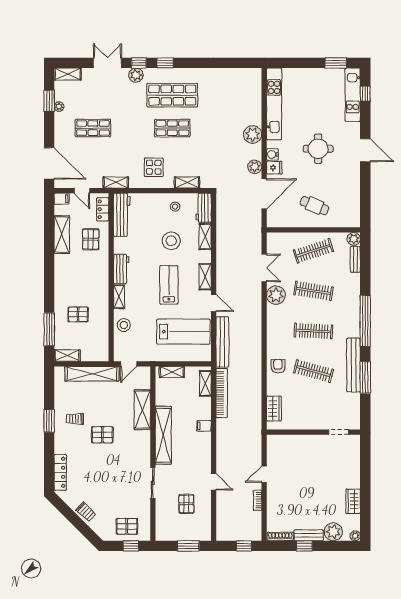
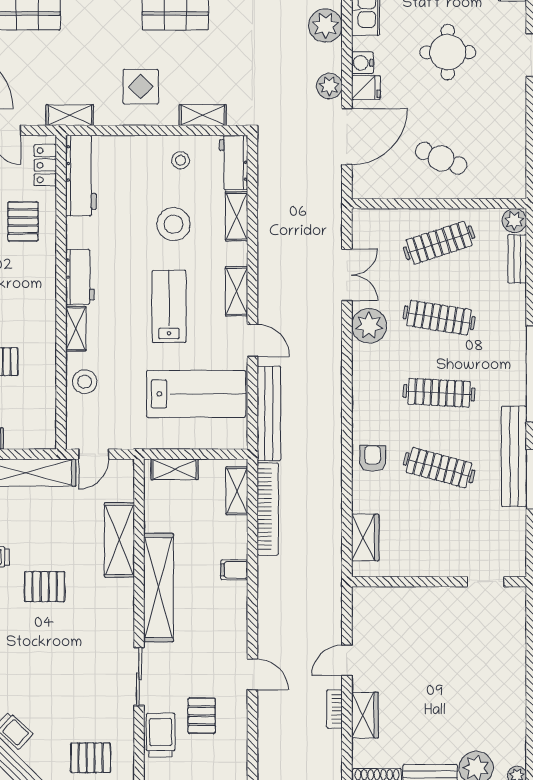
wardrobe: (353, 501) -> (365, 715), moved, turned 180
trolley: (164, 514) -> (161, 735), added

